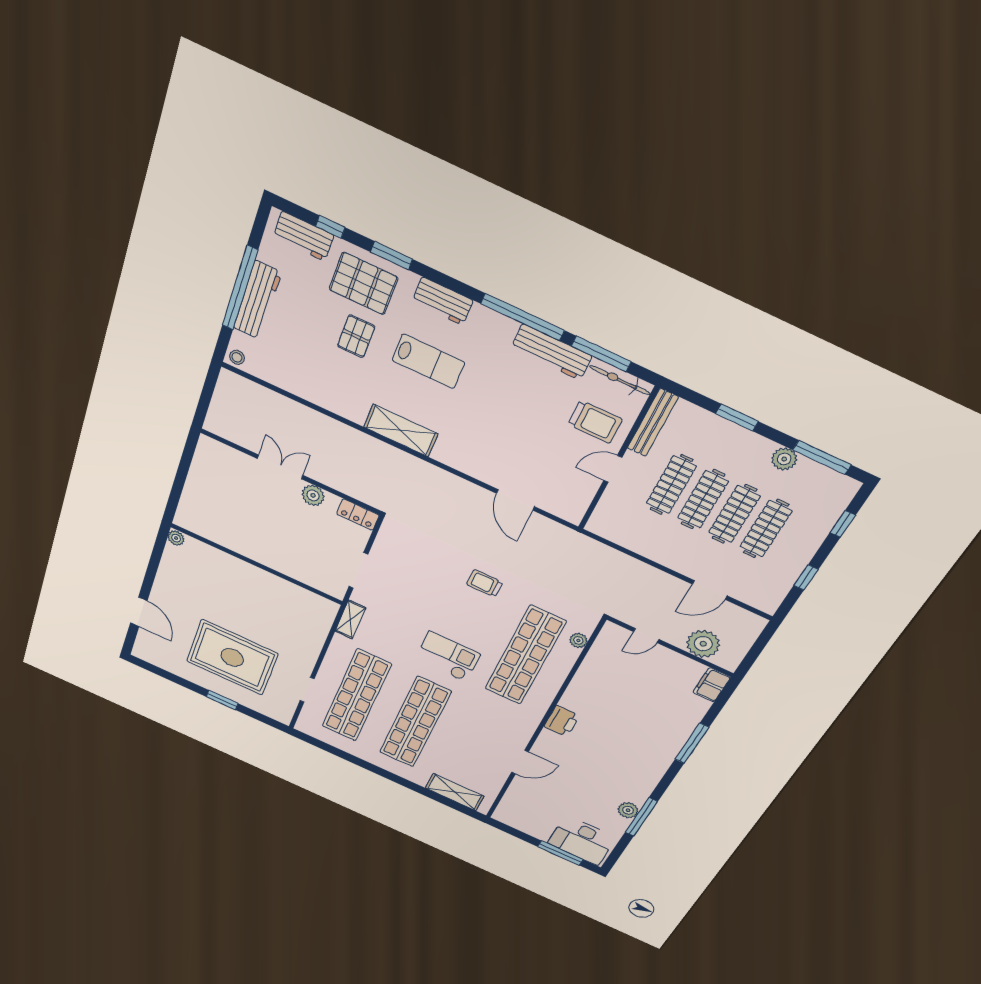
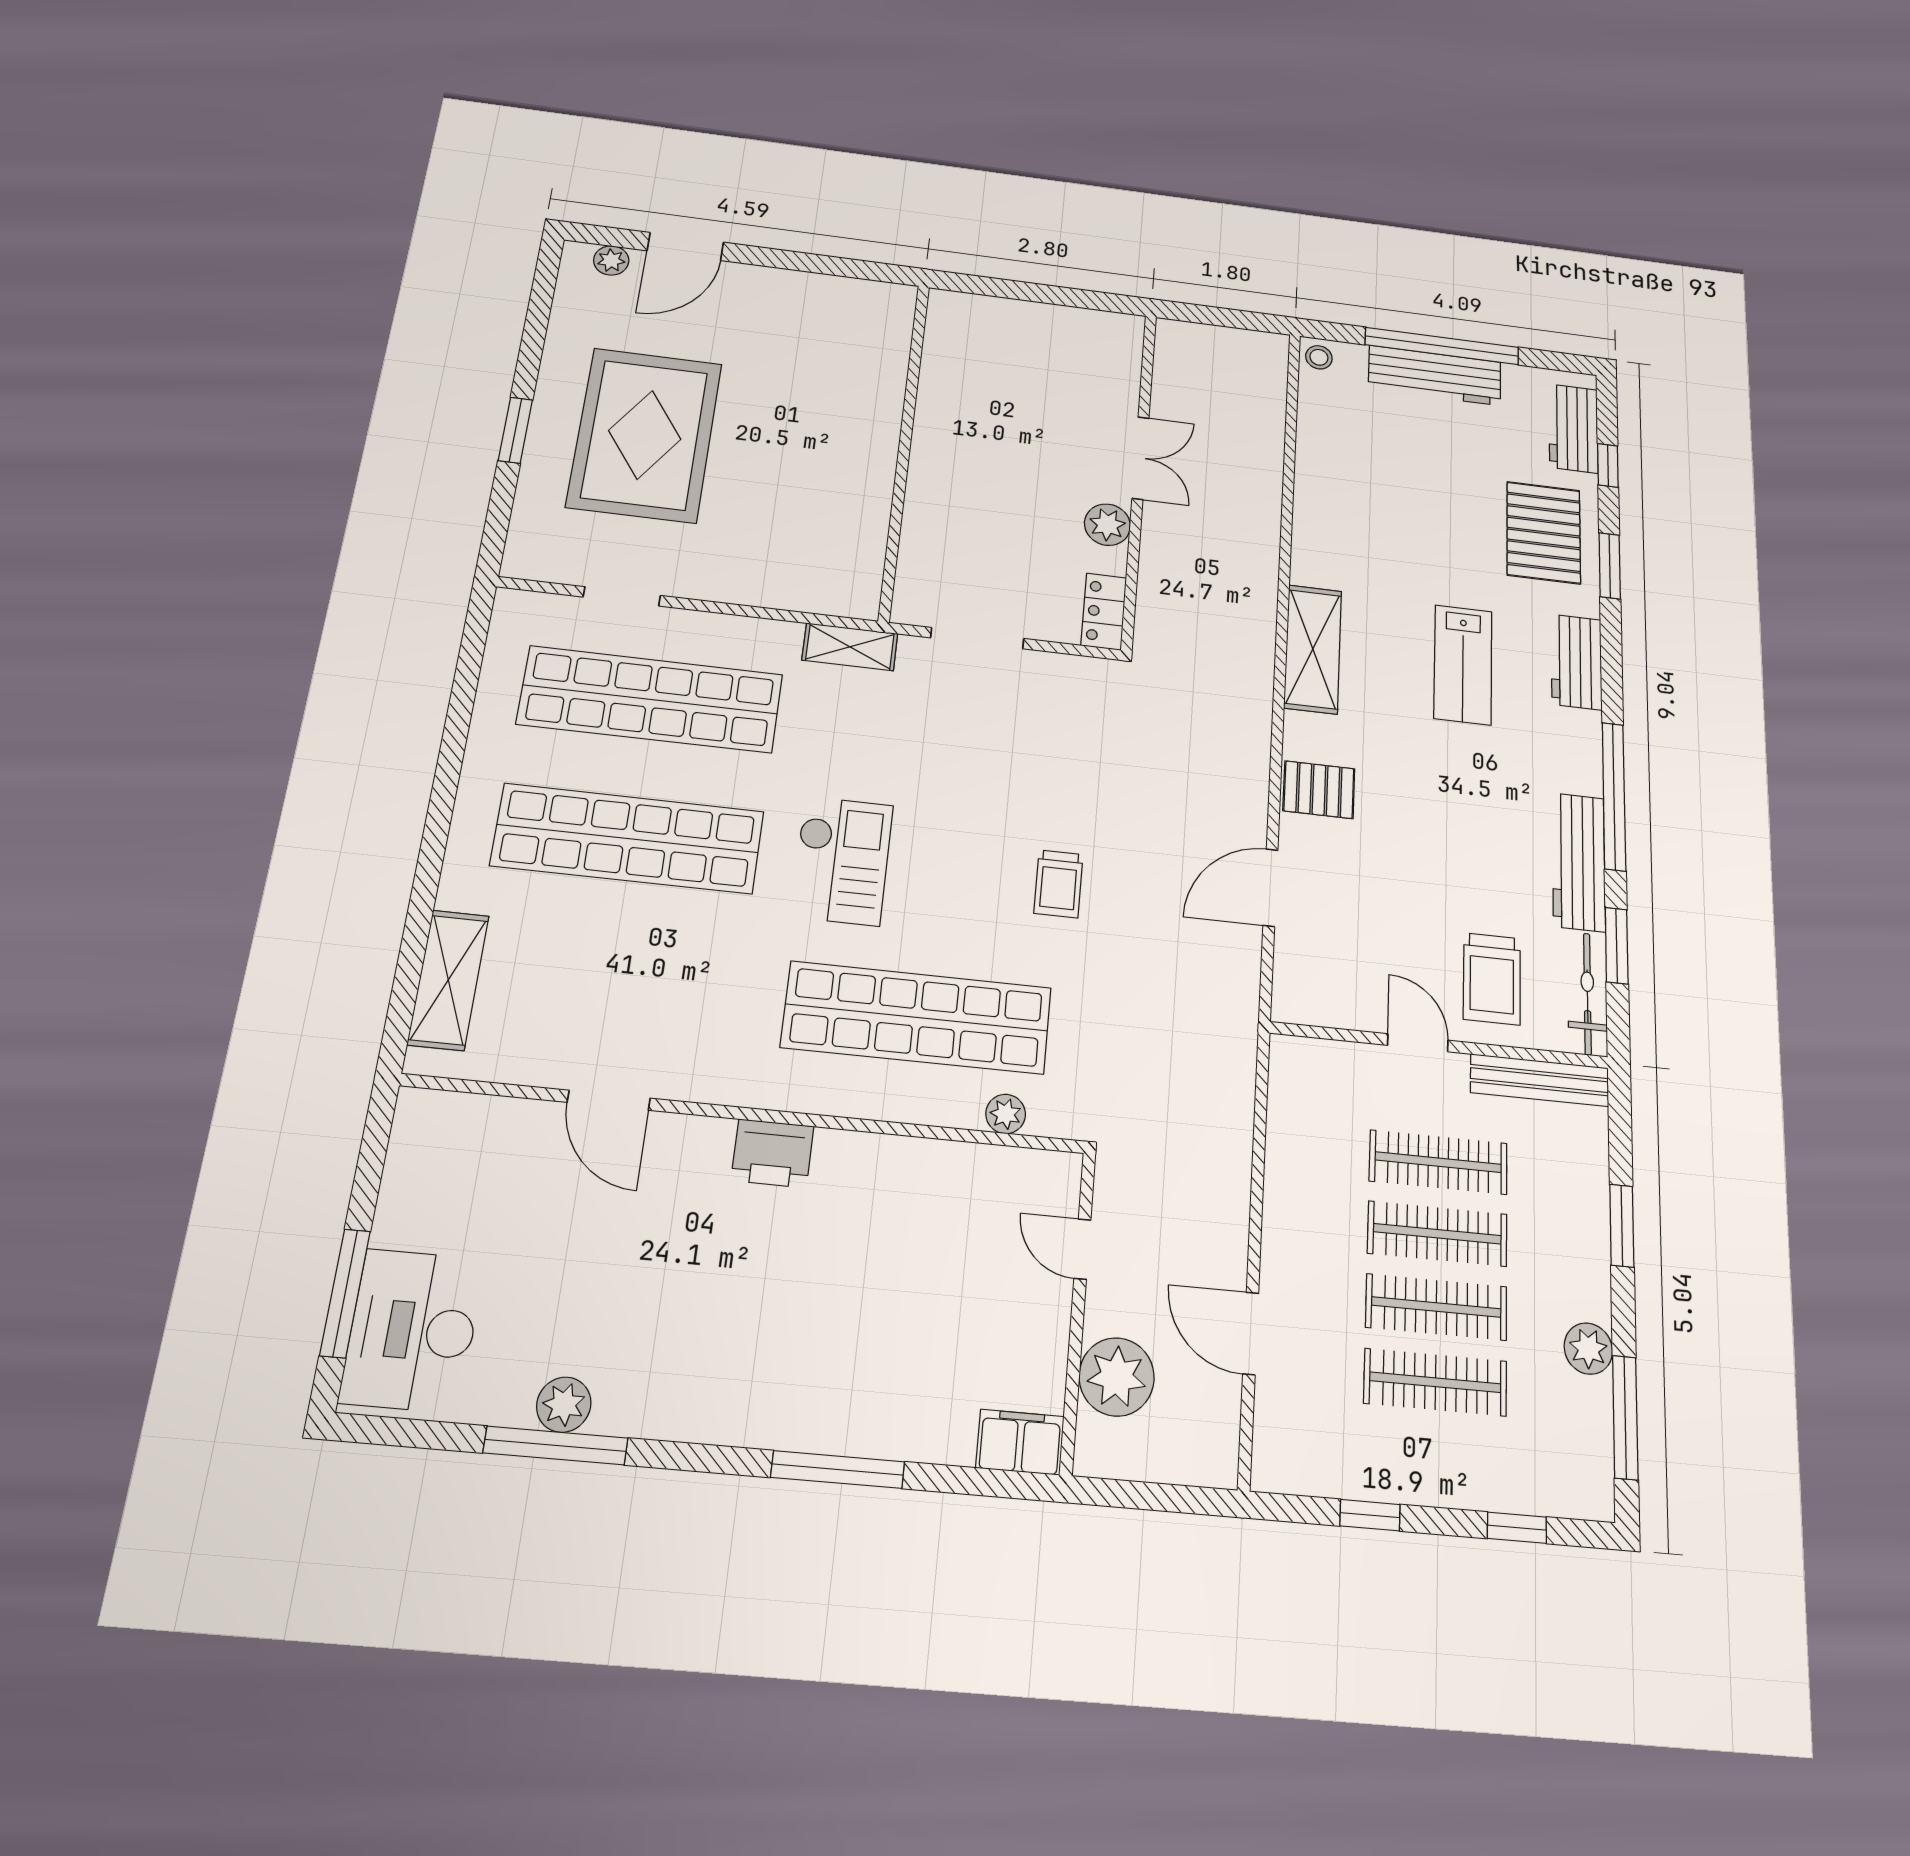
pallet: (356, 336) -> (1319, 790), moved
window: (601, 354) -> (1617, 946), width x0.69
plant: (176, 538) -> (611, 260), moved
trolley: (485, 583) -> (1058, 884), turned 180

